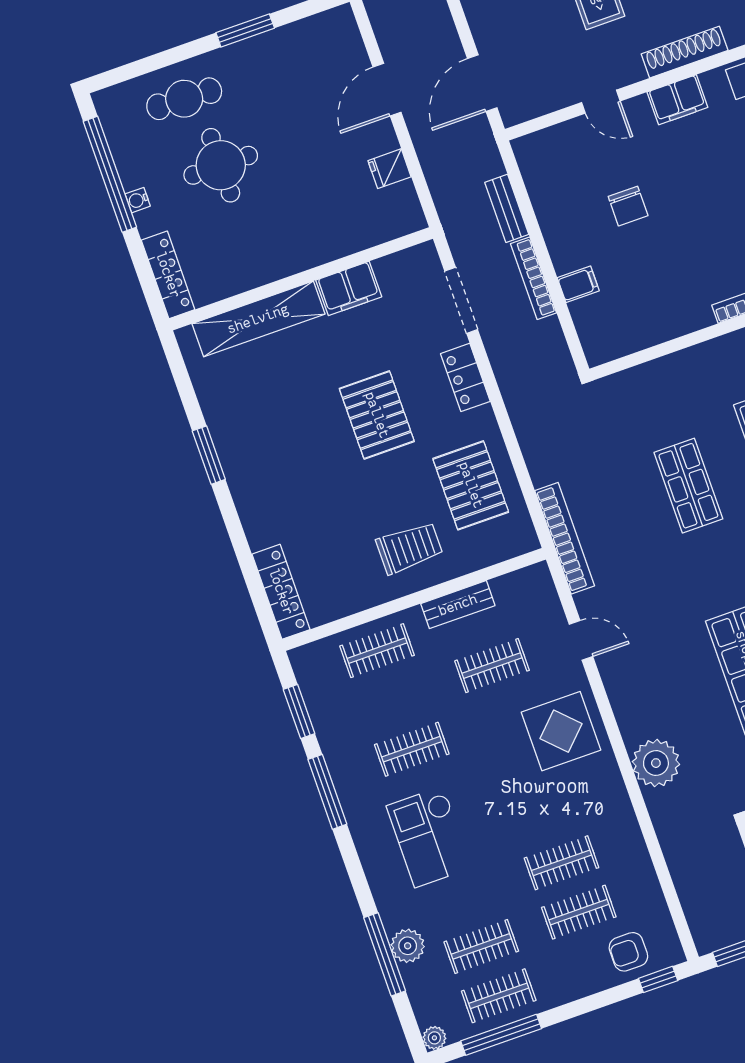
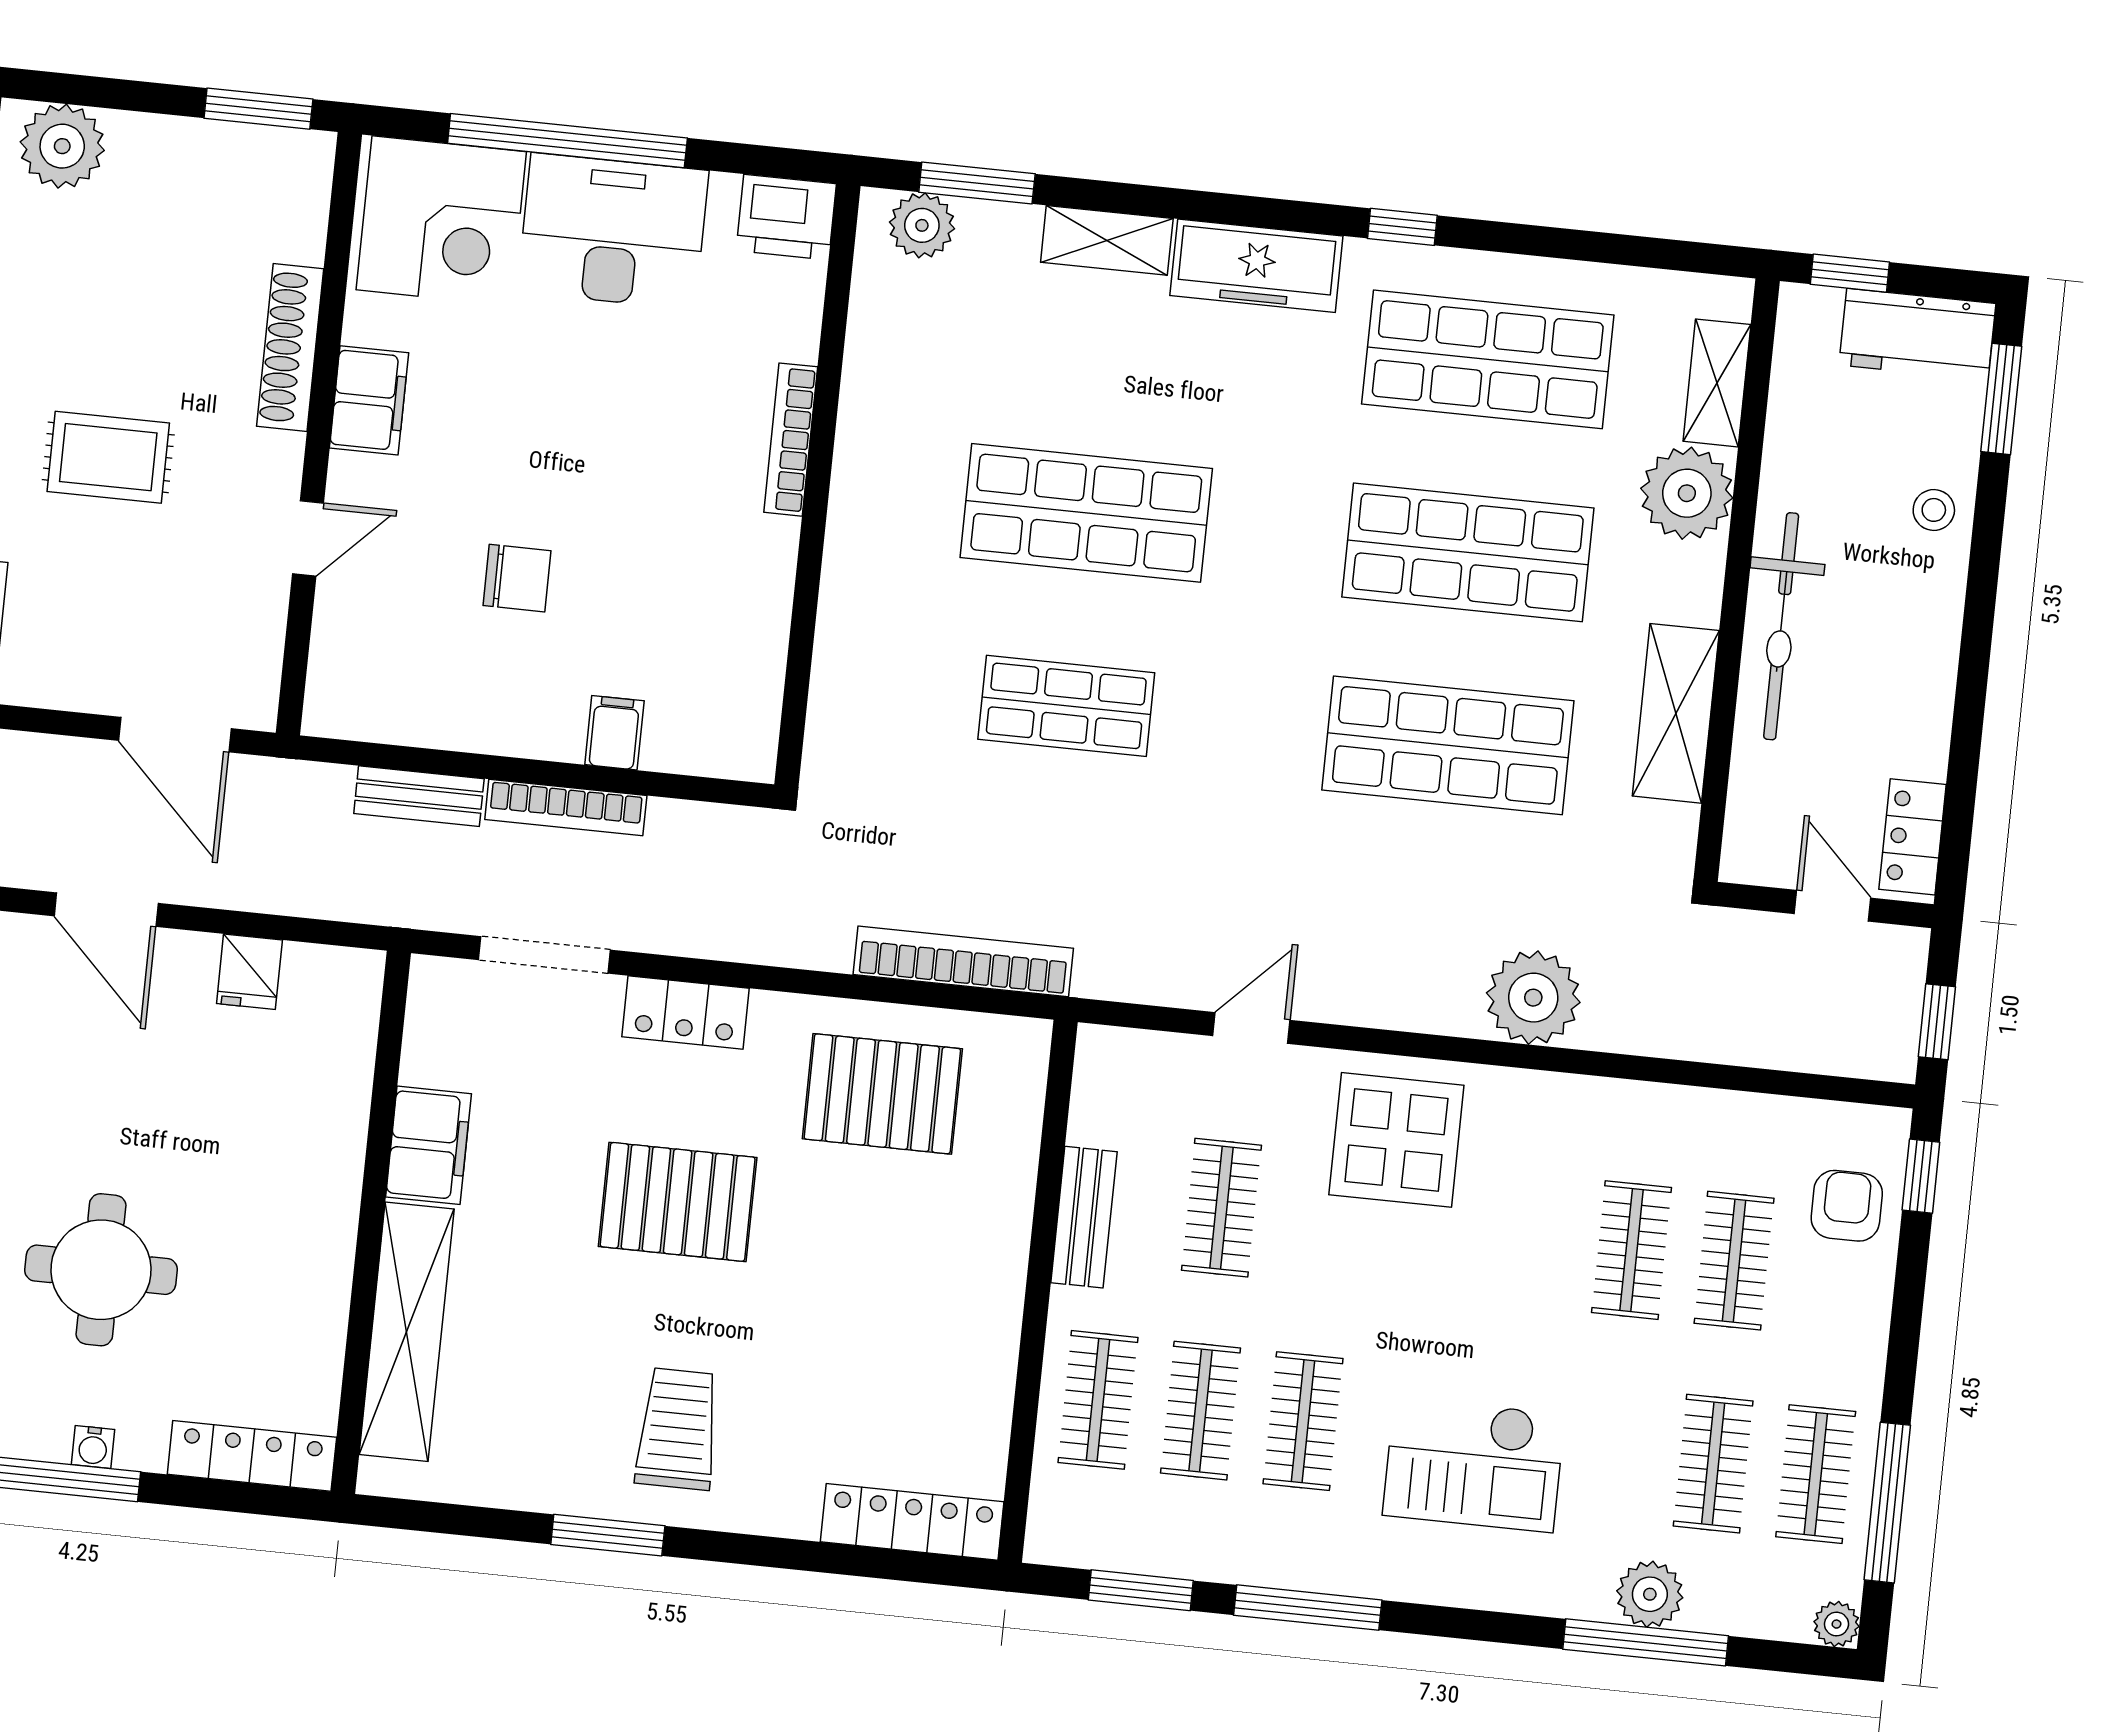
bookcase: (565, 538) -> (963, 961), moved
trolley: (409, 548) -> (678, 1429), moved
clothes rail: (394, 700) -> (1200, 1411), added
armchair: (628, 952) -> (1847, 1206), turned 180

